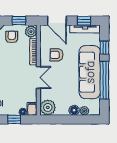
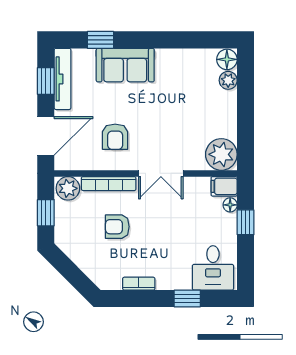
armchair: (12, 37) -> (117, 227), moved
sofa: (90, 72) -> (125, 65), width x0.54, depth x0.79
double door: (38, 77) -> (161, 173), swing flipped
window: (104, 80) -> (166, 40), removed
floor lamp: (74, 110) -> (227, 59), moved

